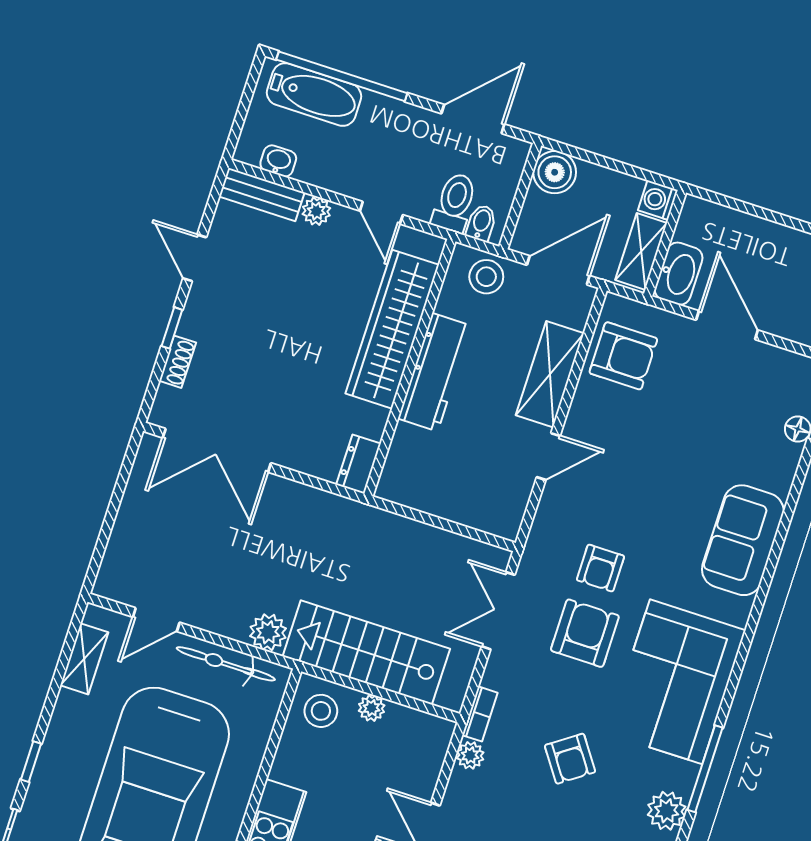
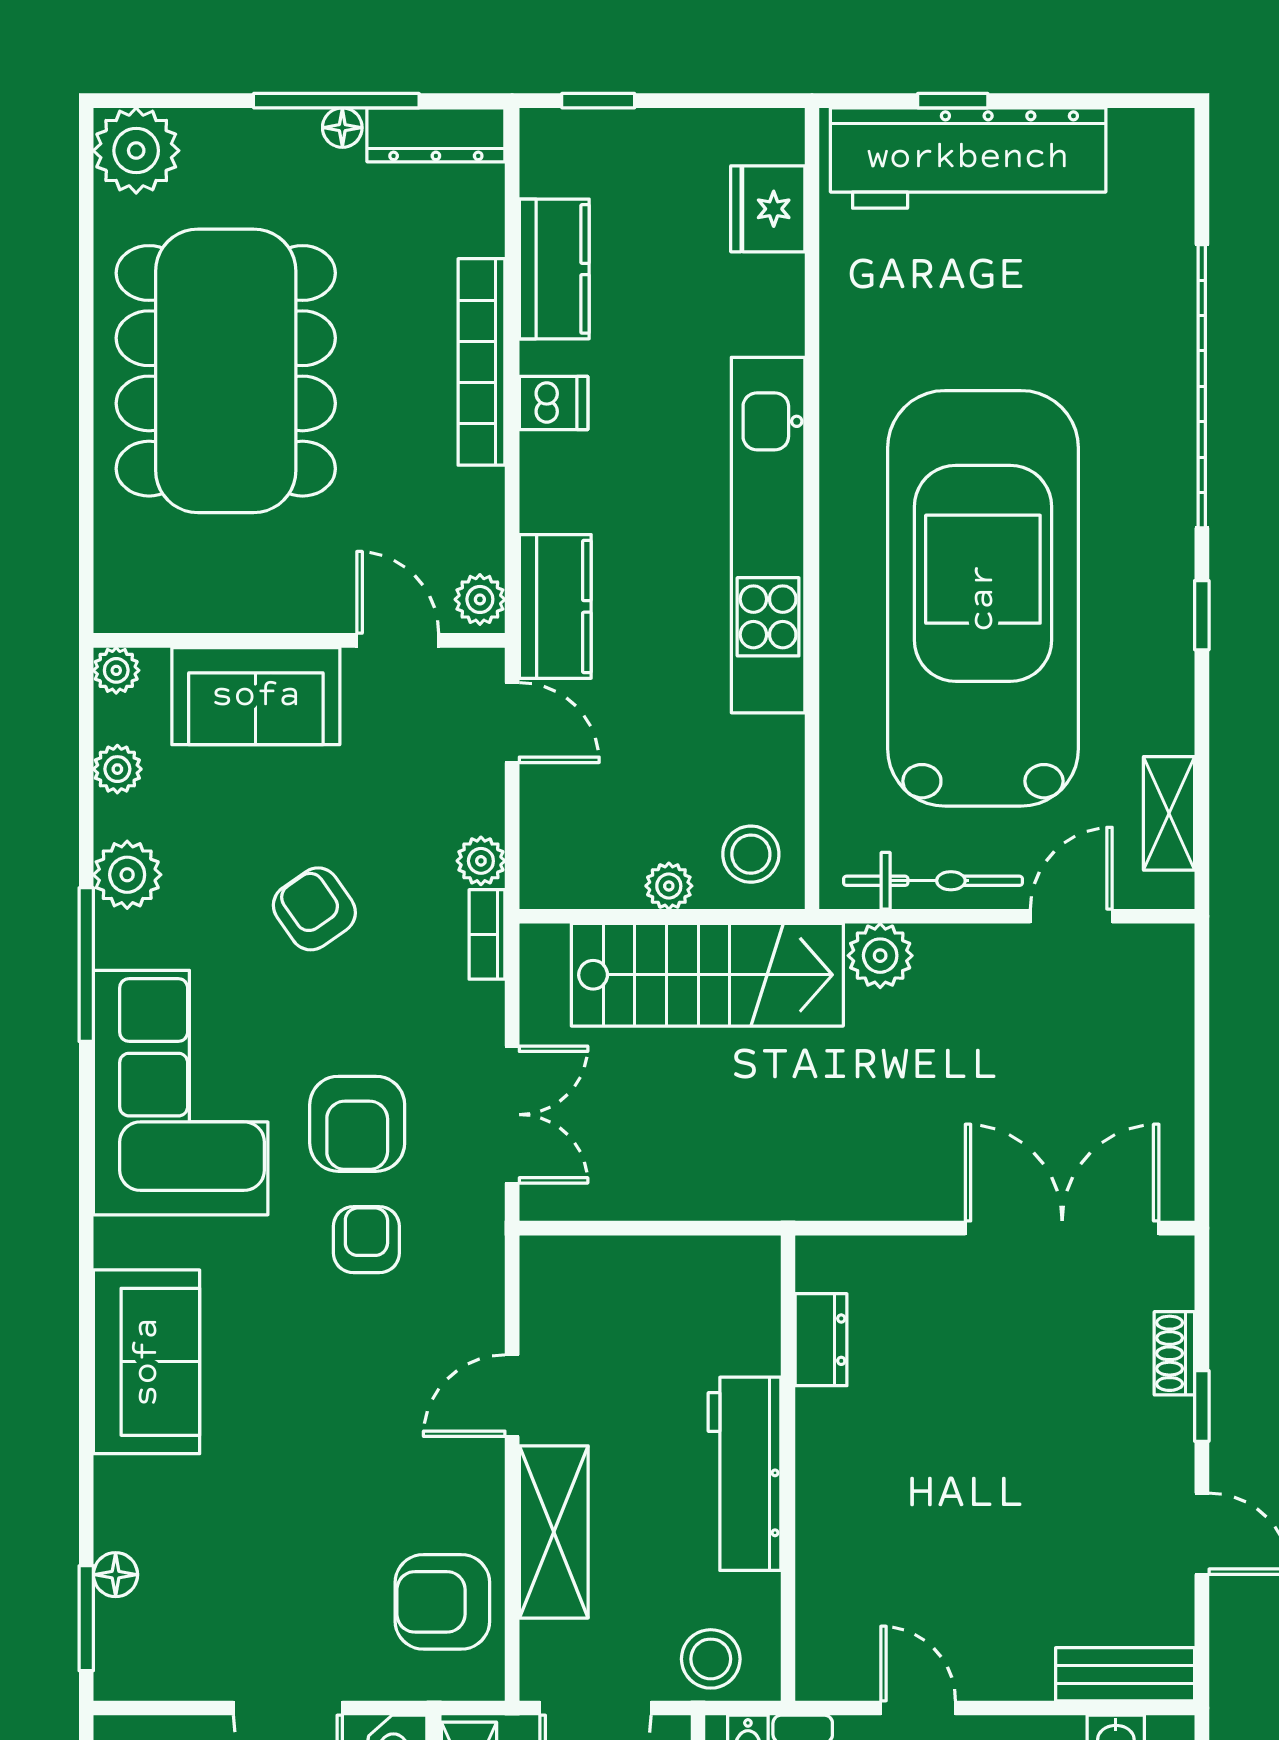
plant: (316, 211) -> (1026, 1676), removed
wardrobe: (392, 329) -> (838, 1522), removed
dresser: (359, 464) -> (821, 1340), moved

